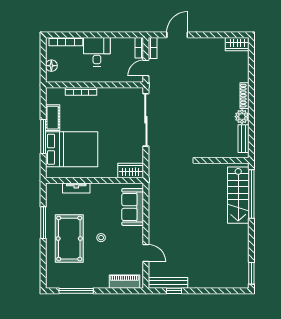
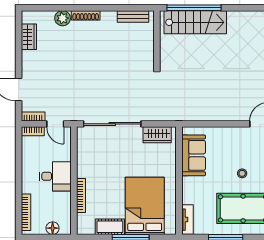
wardrobe: (237, 44) -> (29, 37), moved
desk: (97, 52) -> (55, 176), moved, turned 180
plant: (242, 117) -> (63, 18), moved
wardrobe: (131, 170) -> (157, 135), moved, turned -90
tv unit: (76, 188) -> (187, 220), moved
sofa: (133, 207) -> (194, 155), moved, turned -90

